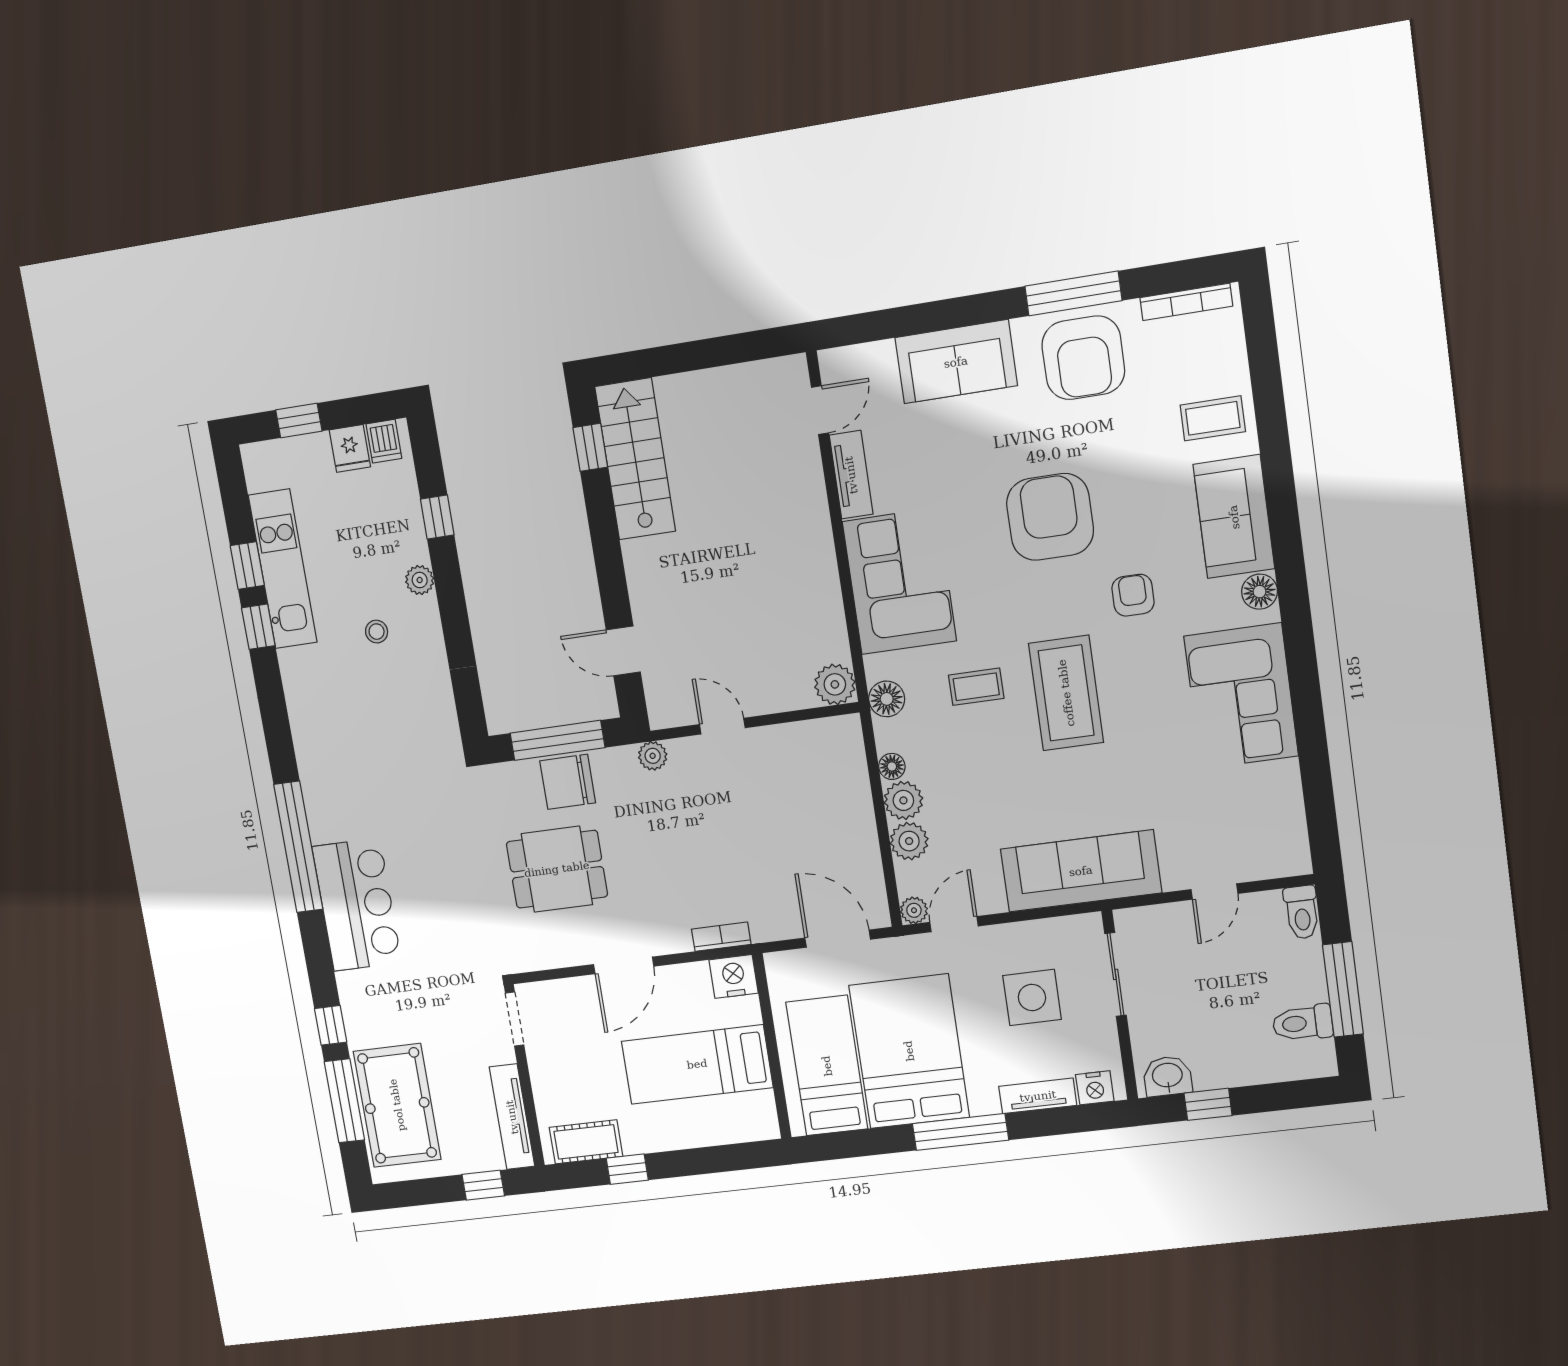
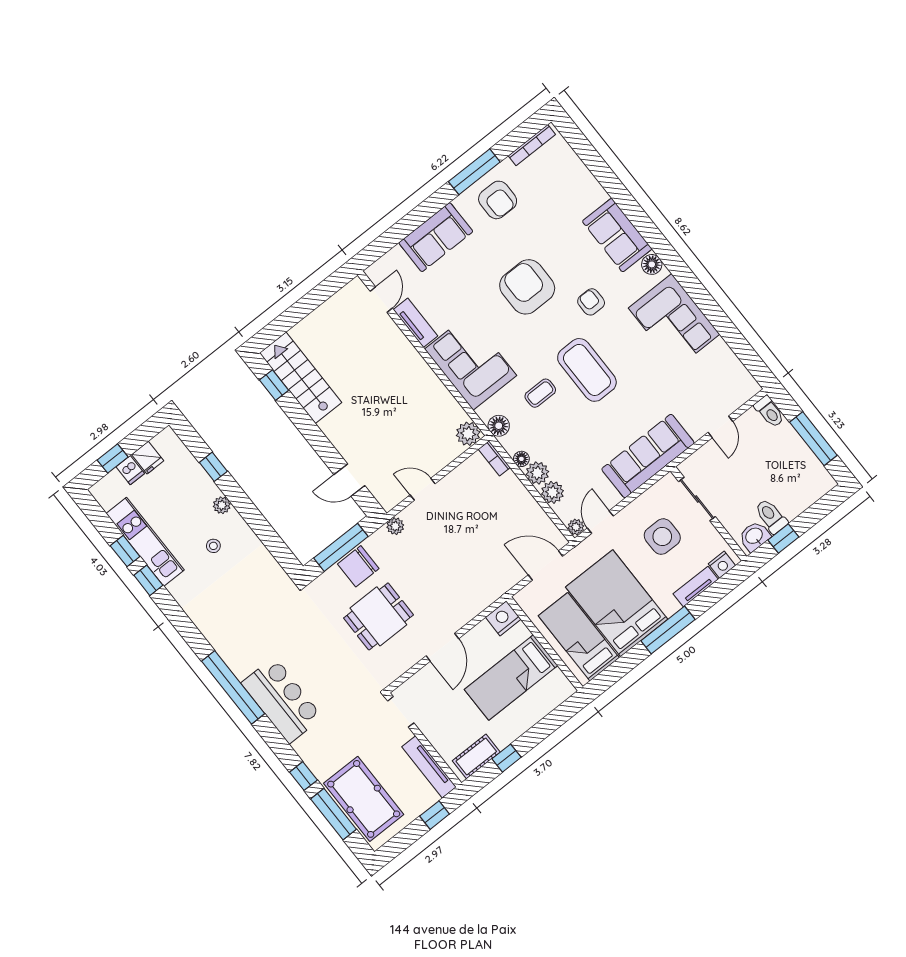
armchair: (1083, 358) -> (498, 200), width x0.73, depth x0.73
coffee table: (1213, 418) -> (578, 193), removed
dishwasher: (384, 441) -> (130, 470), moved
bookcase: (721, 937) -> (494, 458), moved, turned -90
toilet: (1303, 1023) -> (771, 516), moved, turned 90

